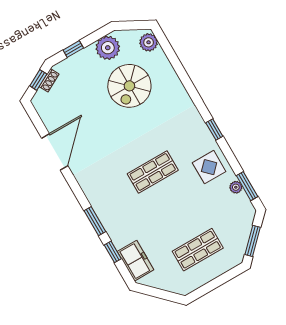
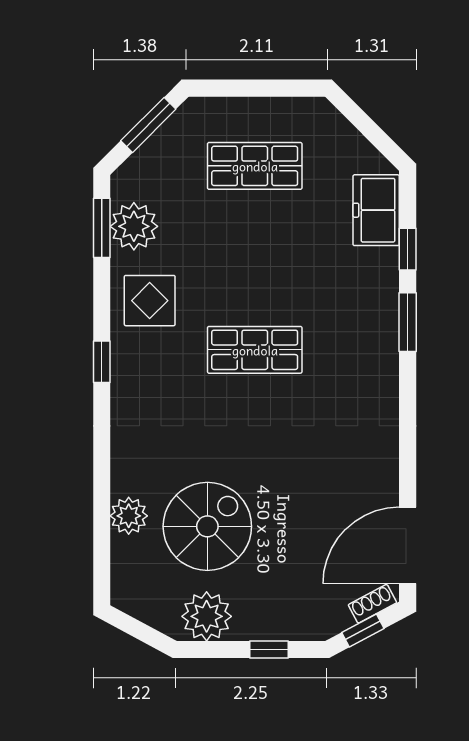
plant: (149, 42) -> (129, 516), moved
shoe rack: (49, 80) -> (372, 604), moved
door: (55, 152) -> (408, 545), moved
plant: (236, 187) -> (134, 226), width x1.88, depth x1.88

